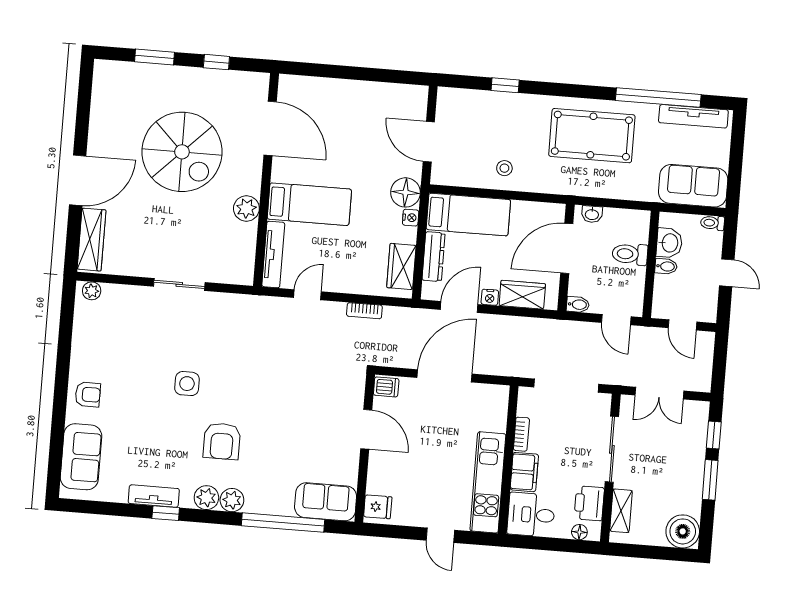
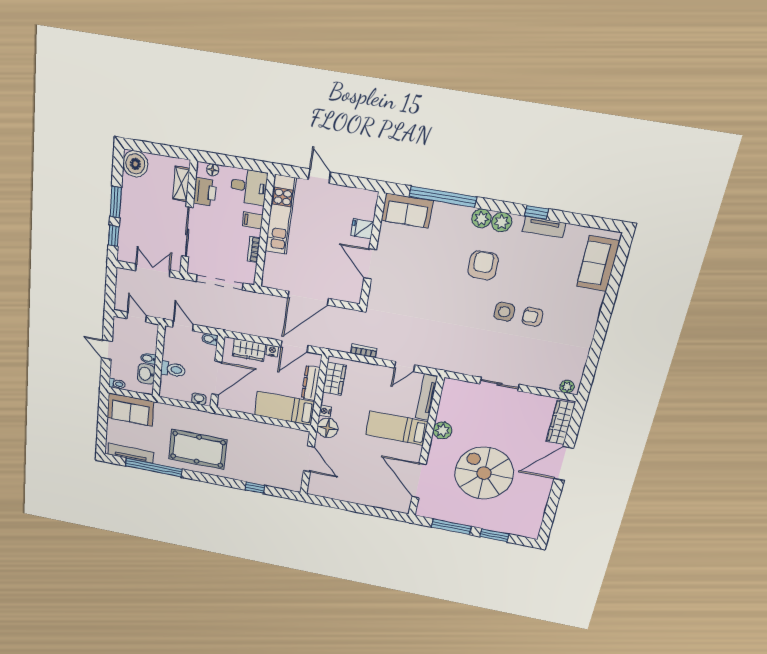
window: (216, 62) -> (451, 527), width x2.17
stool: (504, 168) -> (258, 436), removed
dishwasher: (386, 387) -> (352, 294), removed
armchair: (88, 394) -> (532, 317), moved
filing cabinet: (524, 472) -> (253, 220), width x0.50
fridge: (378, 507) -> (362, 229), moved

